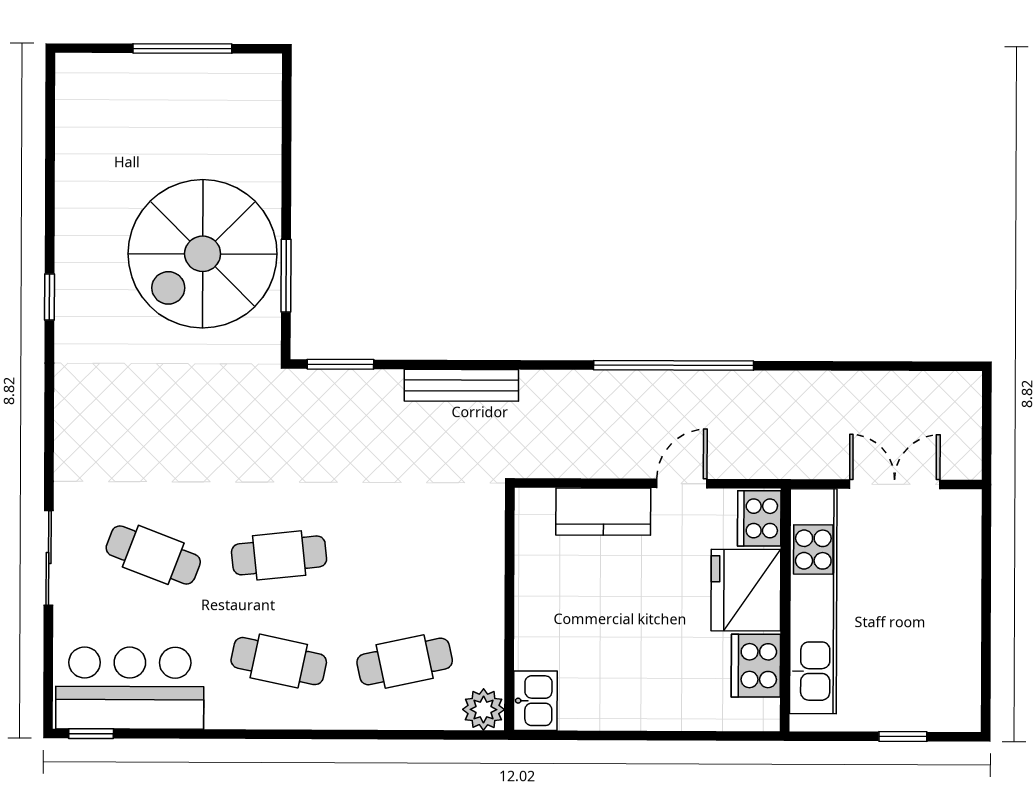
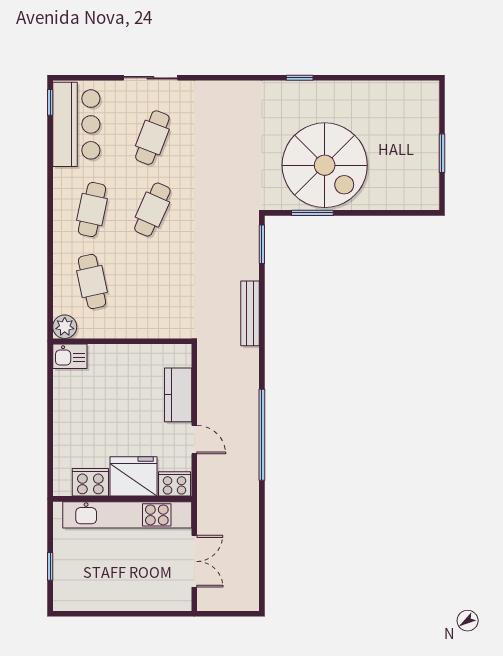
window: (182, 48) -> (442, 153), width x0.69
spiral stairs: (203, 254) -> (325, 165), turned 180
cafe table: (279, 555) -> (152, 210), turned 30

